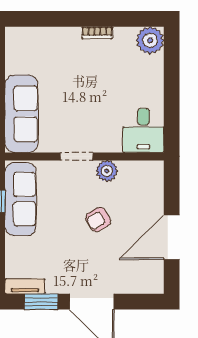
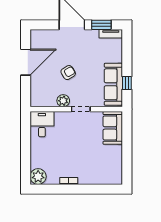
sofa: (21, 114) -> (113, 128), width x0.73

